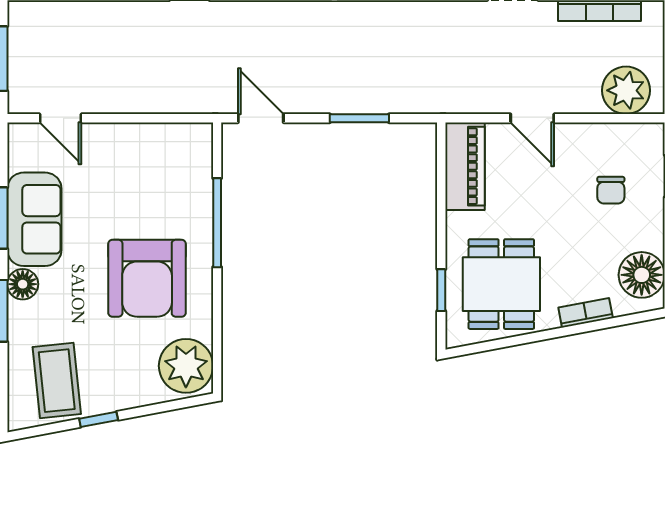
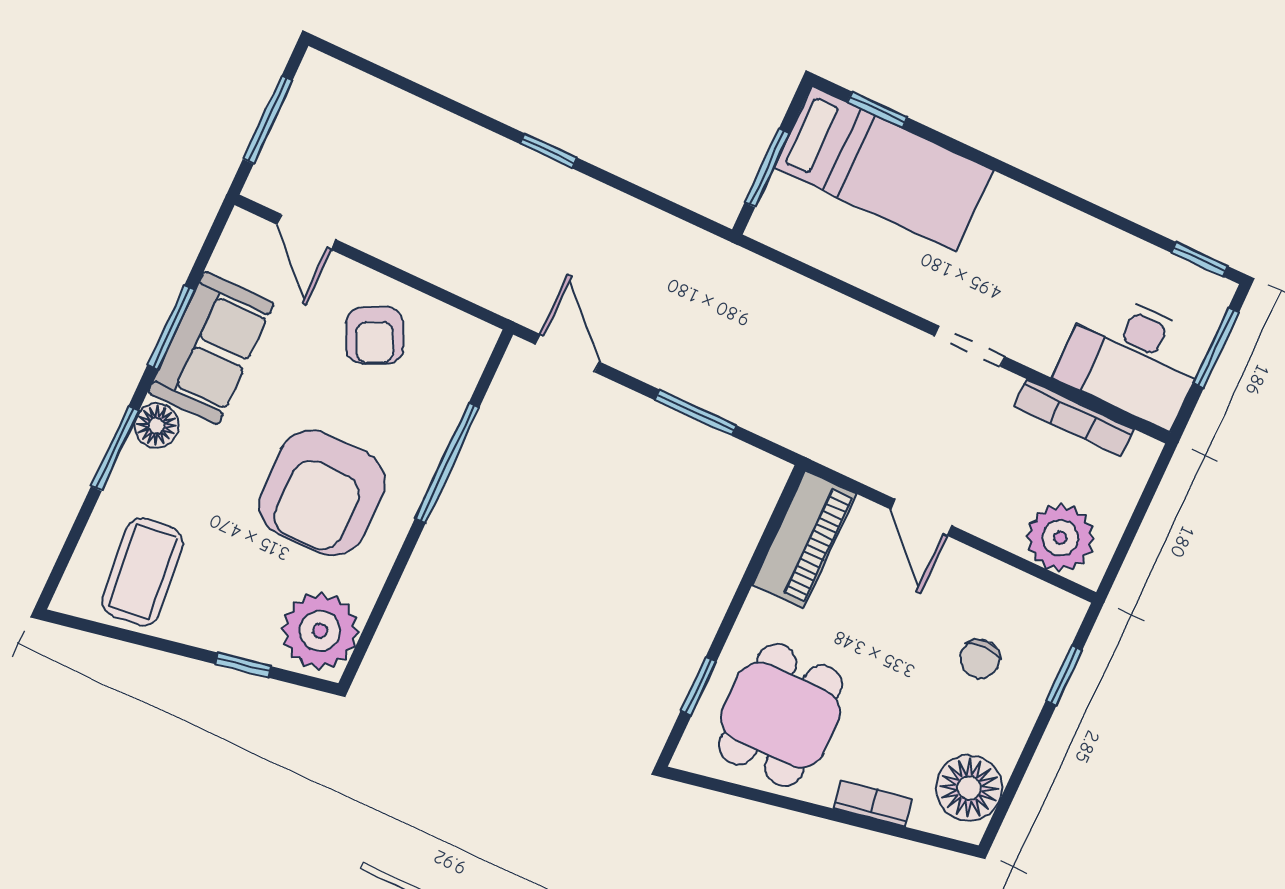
armchair: (134, 163) -> (375, 335), added
window: (99, 419) -> (243, 665), moved

